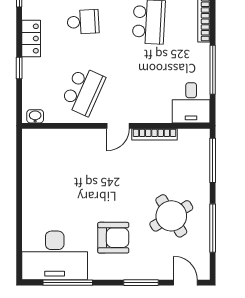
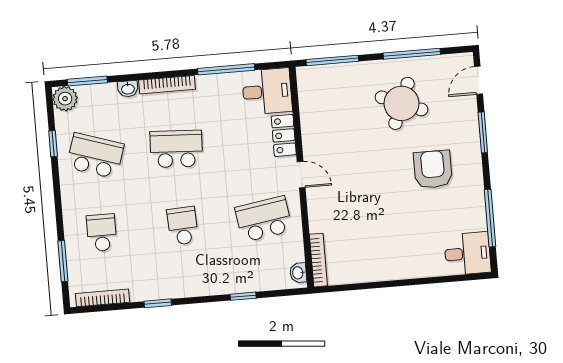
locker: (31, 39) -> (284, 135), moved, turned -90
school desk: (83, 91) -> (264, 219), turned -33
bookcase: (154, 134) -> (318, 260), moved
round table: (171, 216) -> (401, 103), turned -37
desk: (55, 255) -> (468, 253), width x0.53, depth x0.77

